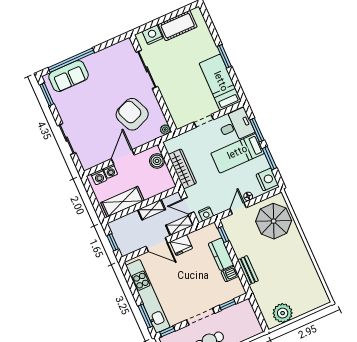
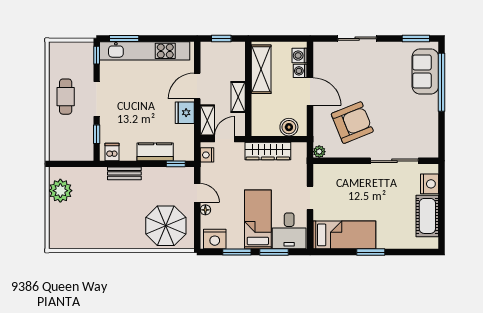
dishwasher: (230, 274) -> (112, 152), moved

